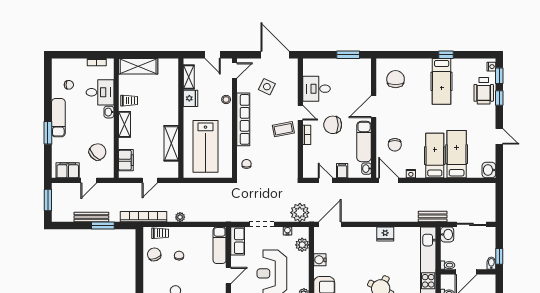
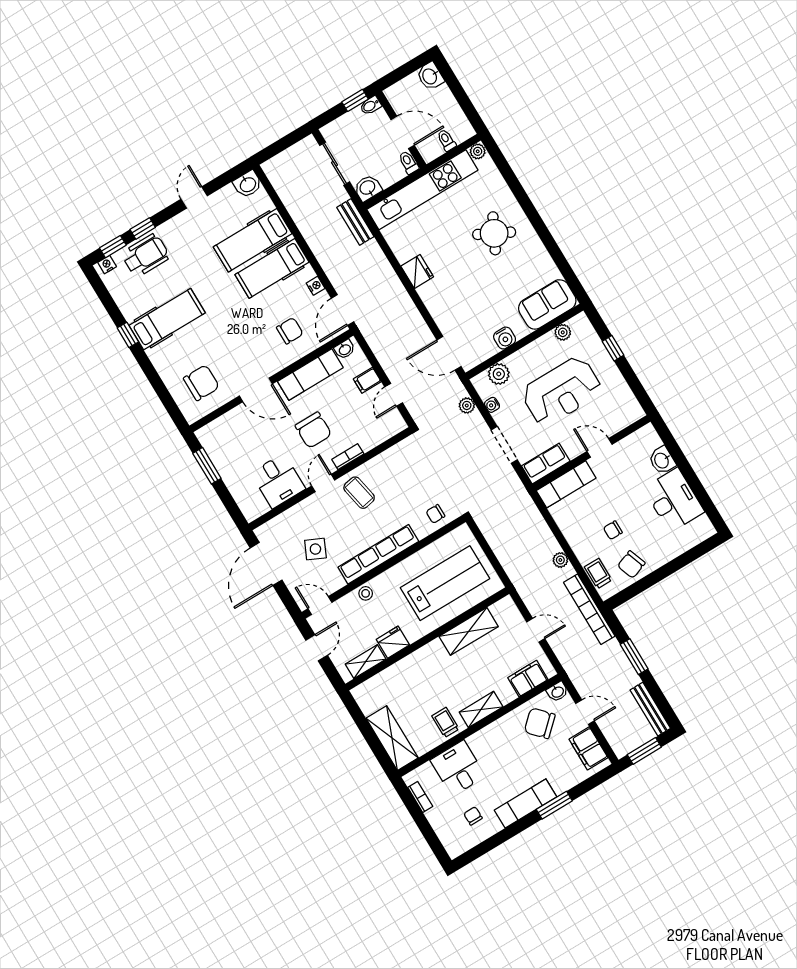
chair: (396, 79) -> (201, 383), turned 180
washbasin: (109, 112) -> (557, 692), moved
plant: (300, 213) -> (467, 405), width x0.53, depth x0.53
bench: (91, 217) -> (650, 709), moved

